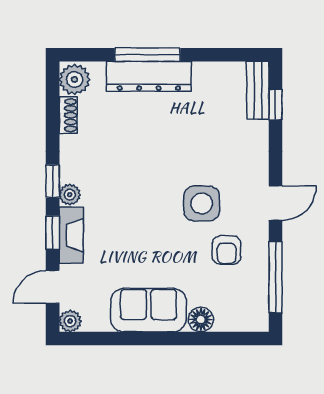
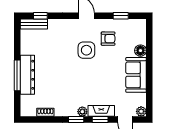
plant: (74, 79) -> (29, 109), removed
window: (276, 277) -> (121, 16), width x0.46

